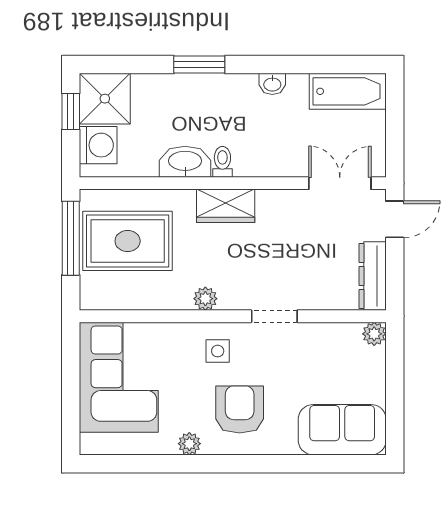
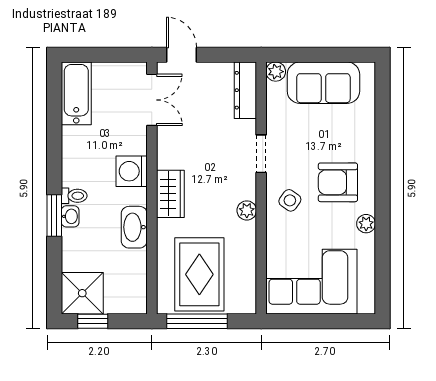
washbasin: (272, 84) -> (70, 216), moved
washing machine: (98, 145) -> (132, 171), moved, turned -90
toilet: (222, 162) -> (74, 196), moved, turned 180
double door: (340, 183) -> (152, 100), swing flipped
dresser: (373, 276) -> (245, 90), moved, turned 90
side table: (218, 351) -> (290, 200), turned 36
sofa: (342, 430) -> (323, 83), moved, turned -90

